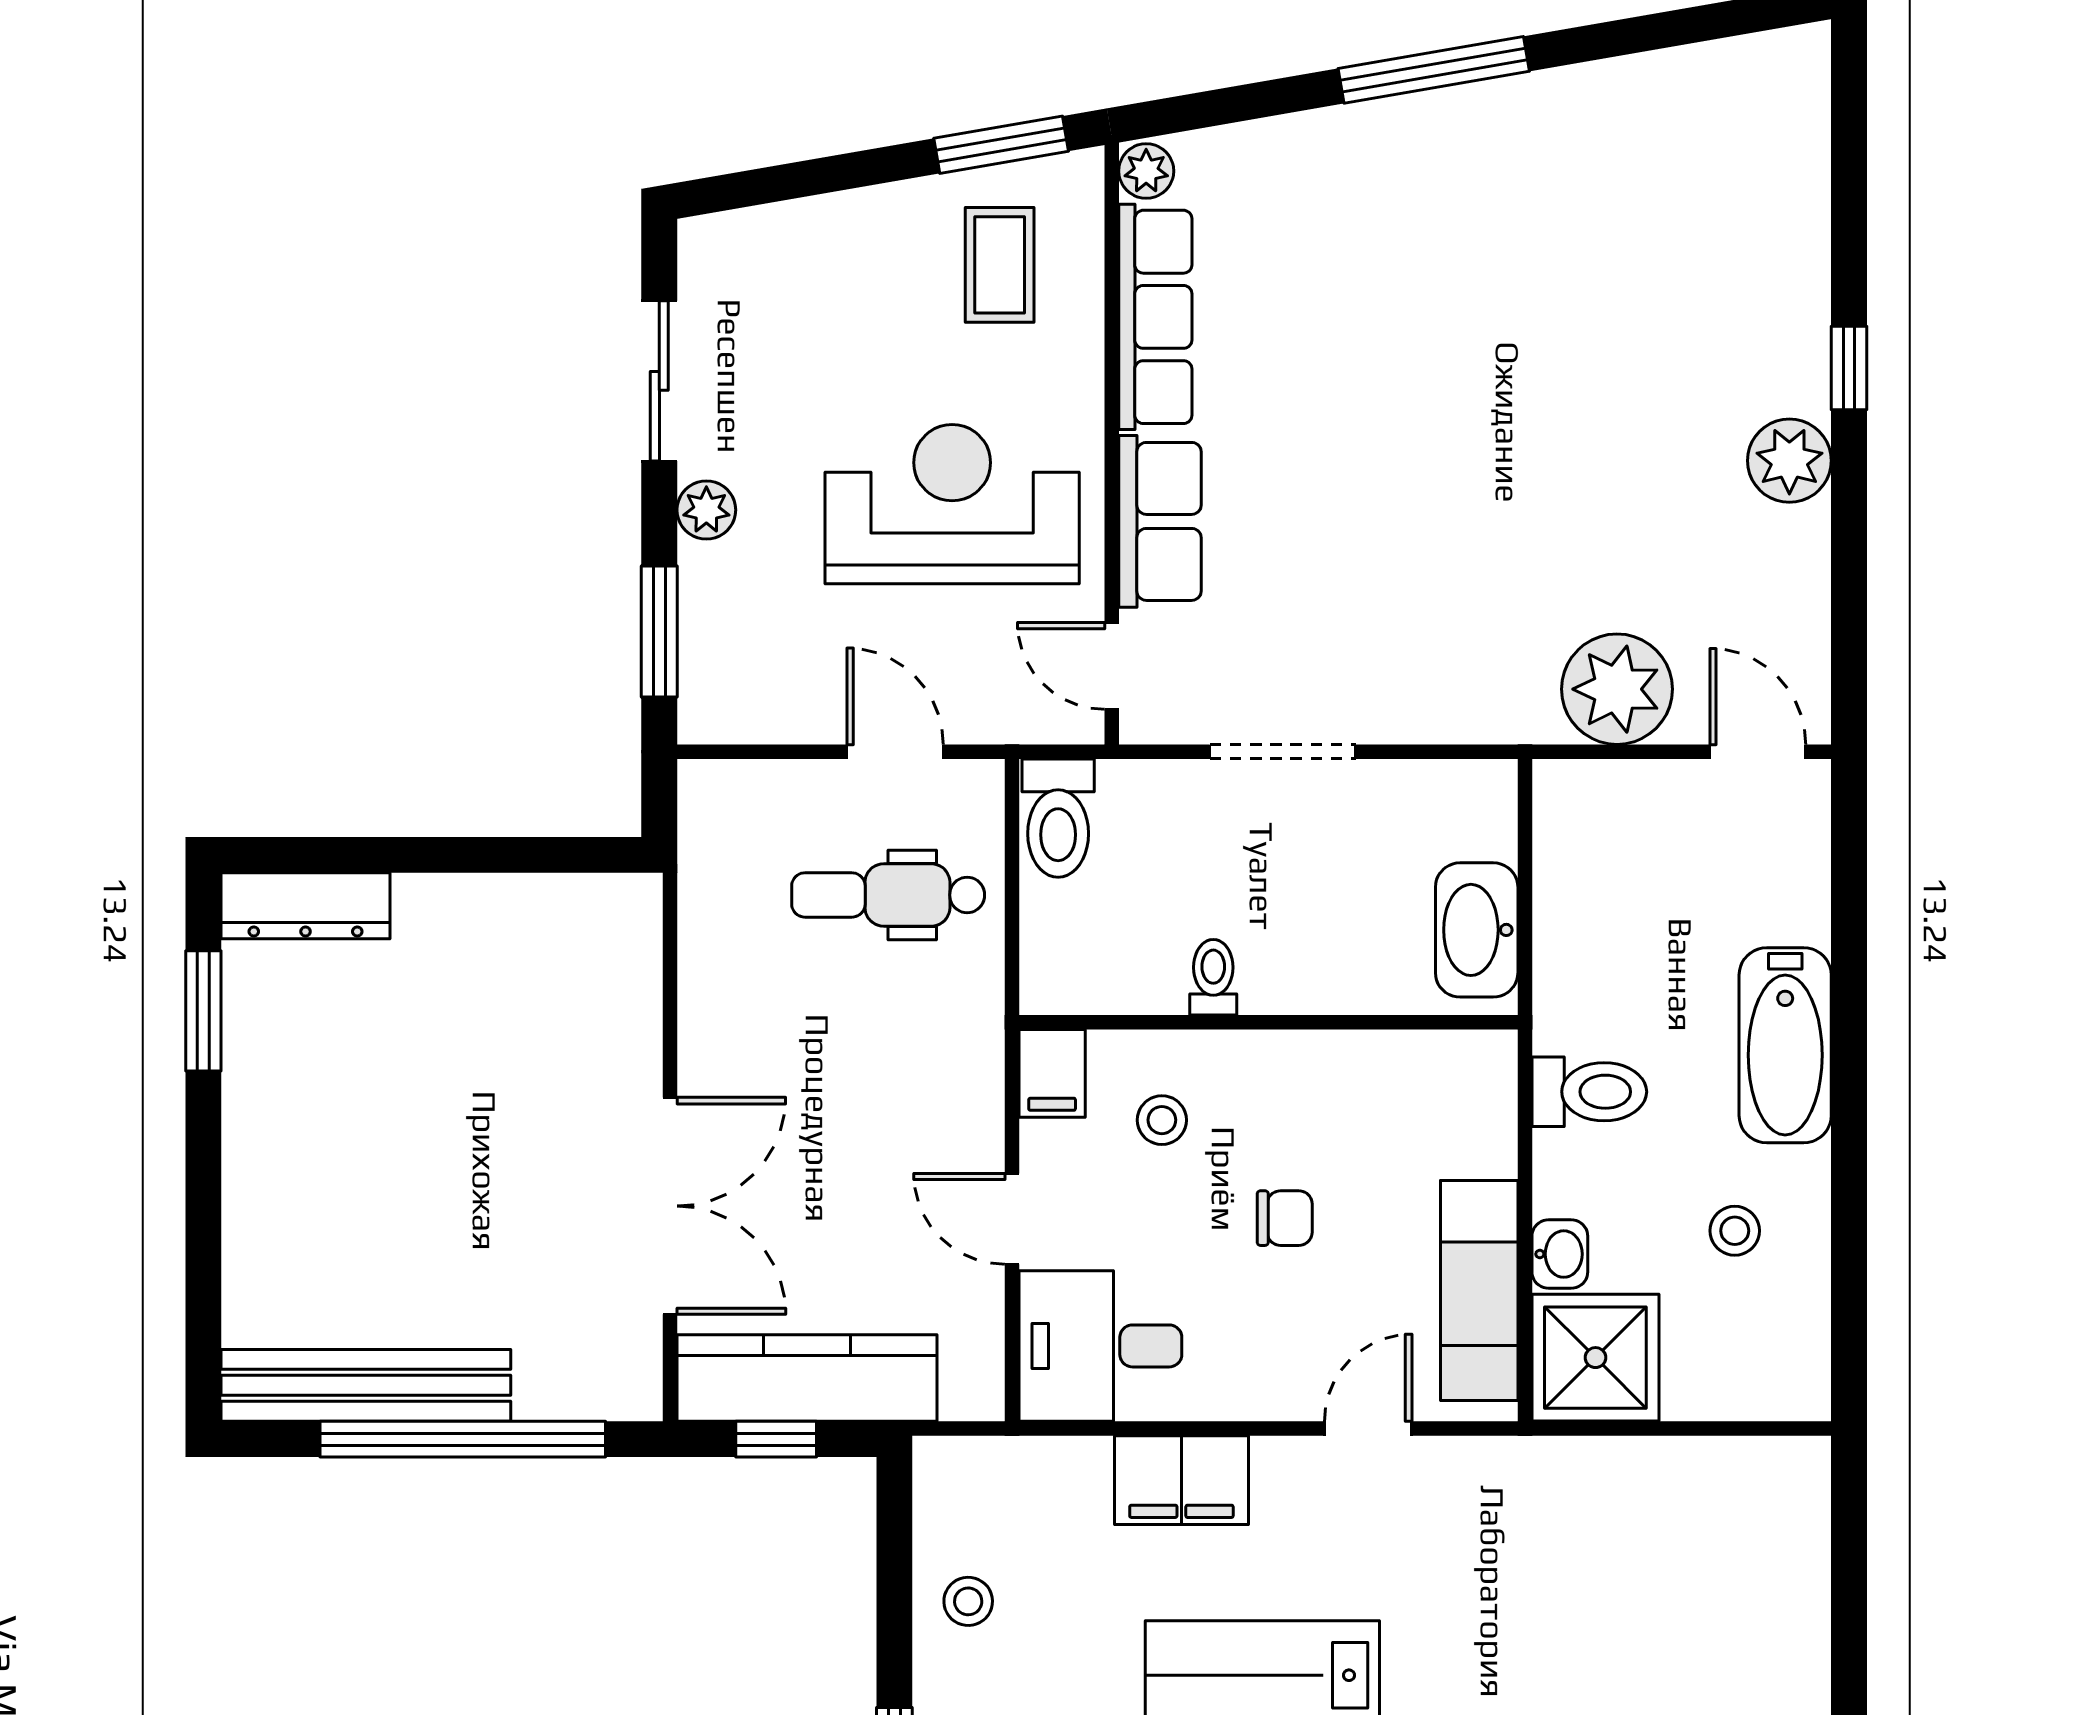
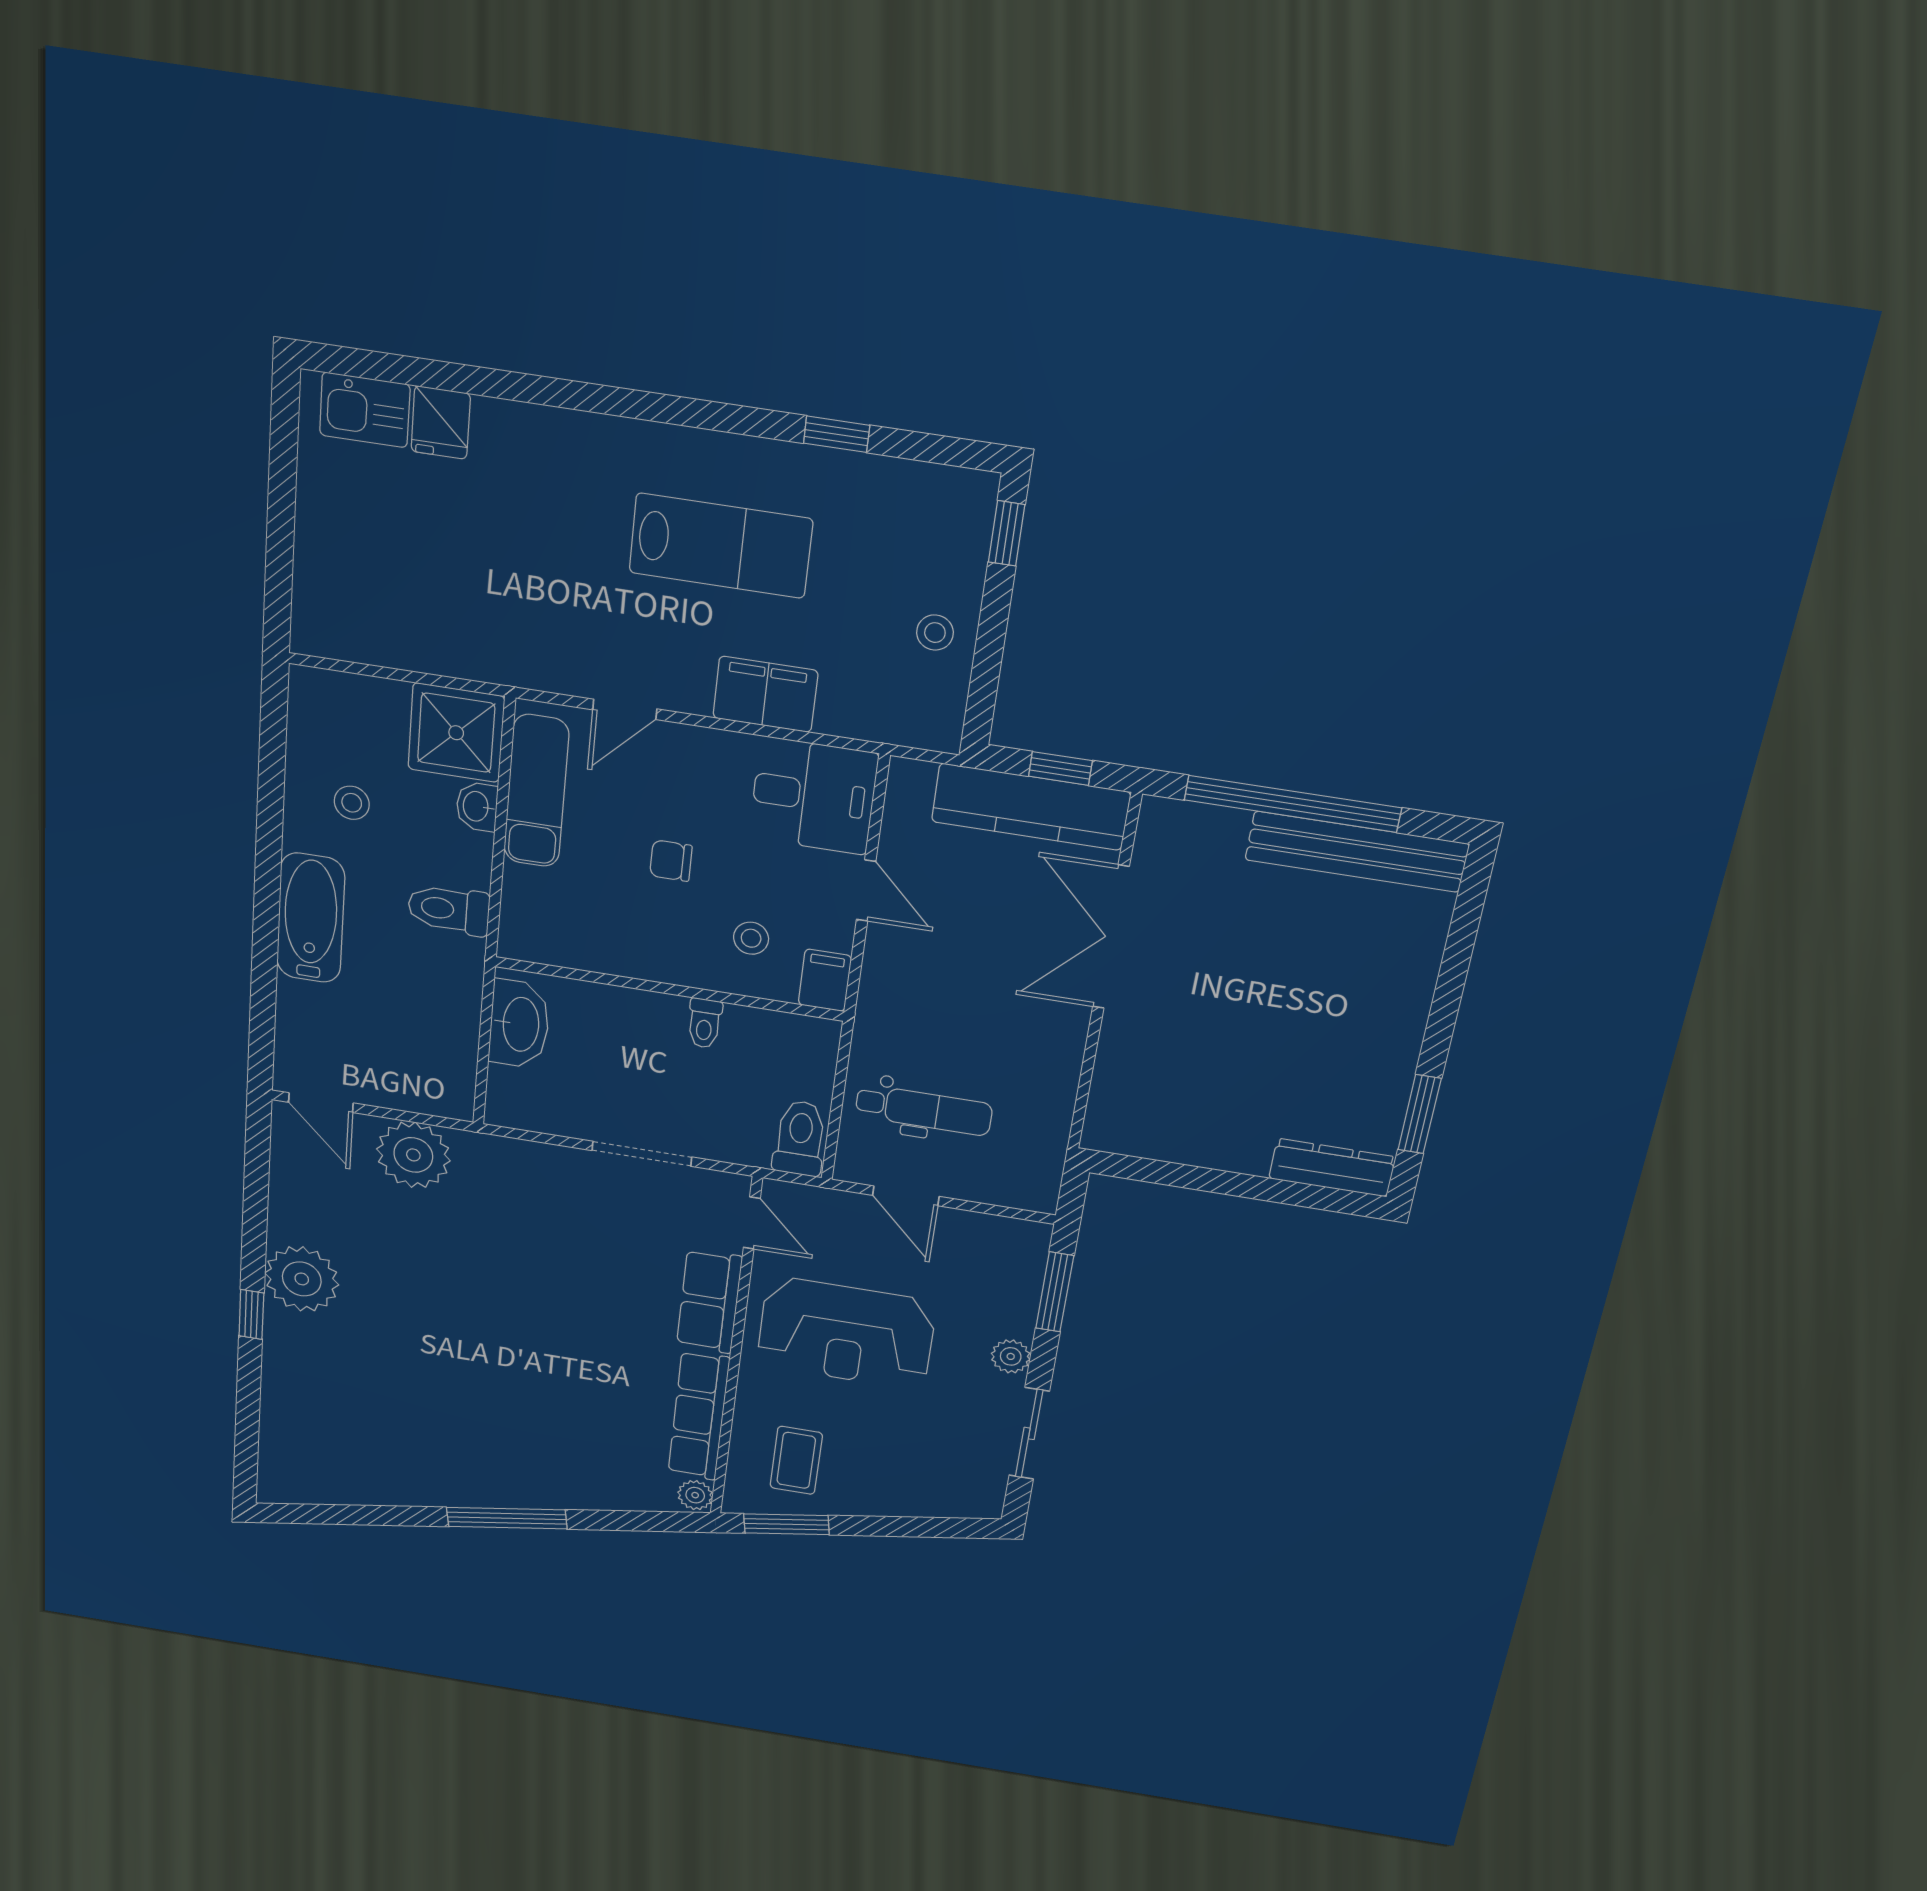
plant: (1789, 461) -> (302, 1279), width x1.36, depth x1.36

